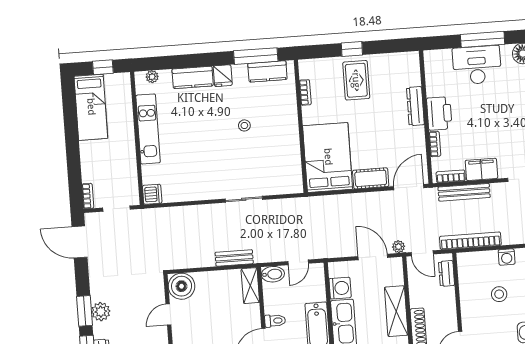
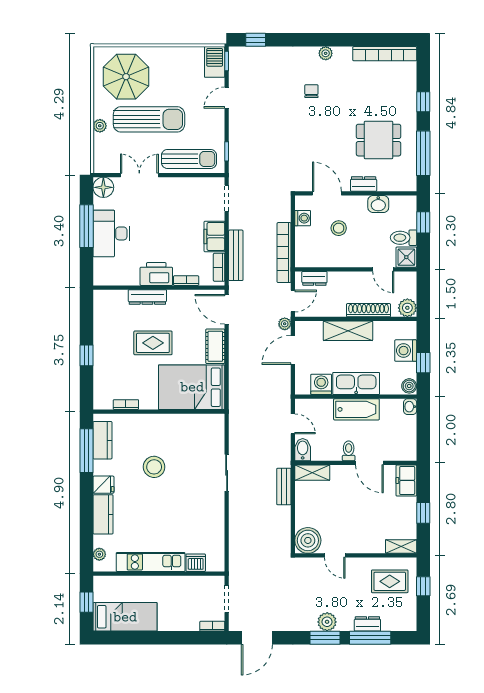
rug: (356, 80) -> (153, 343), moved
stool: (244, 125) -> (154, 467), width x1.89, depth x1.89
dishwasher: (152, 194) -> (196, 563), moved

